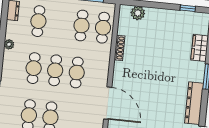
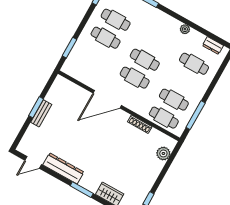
cafe table: (34, 68) -> (155, 42), removed
door: (108, 103) -> (107, 99), moved

